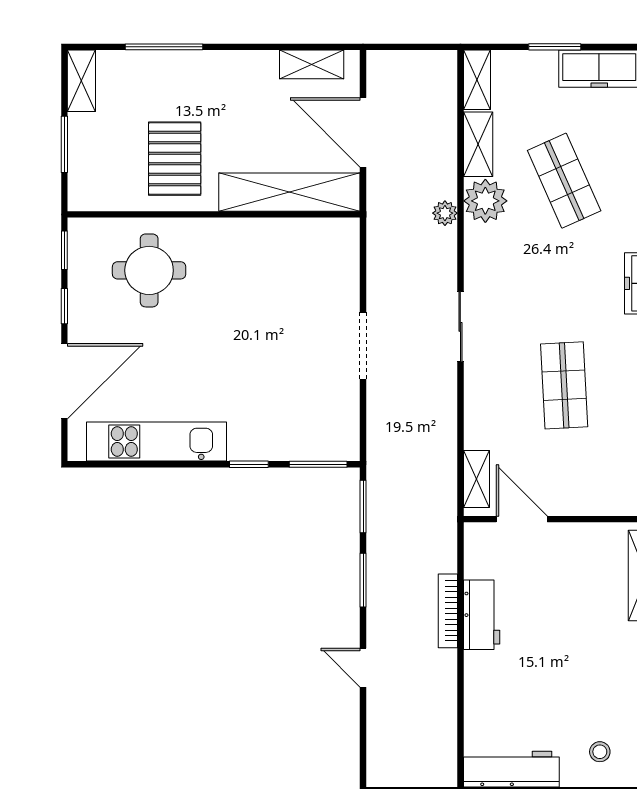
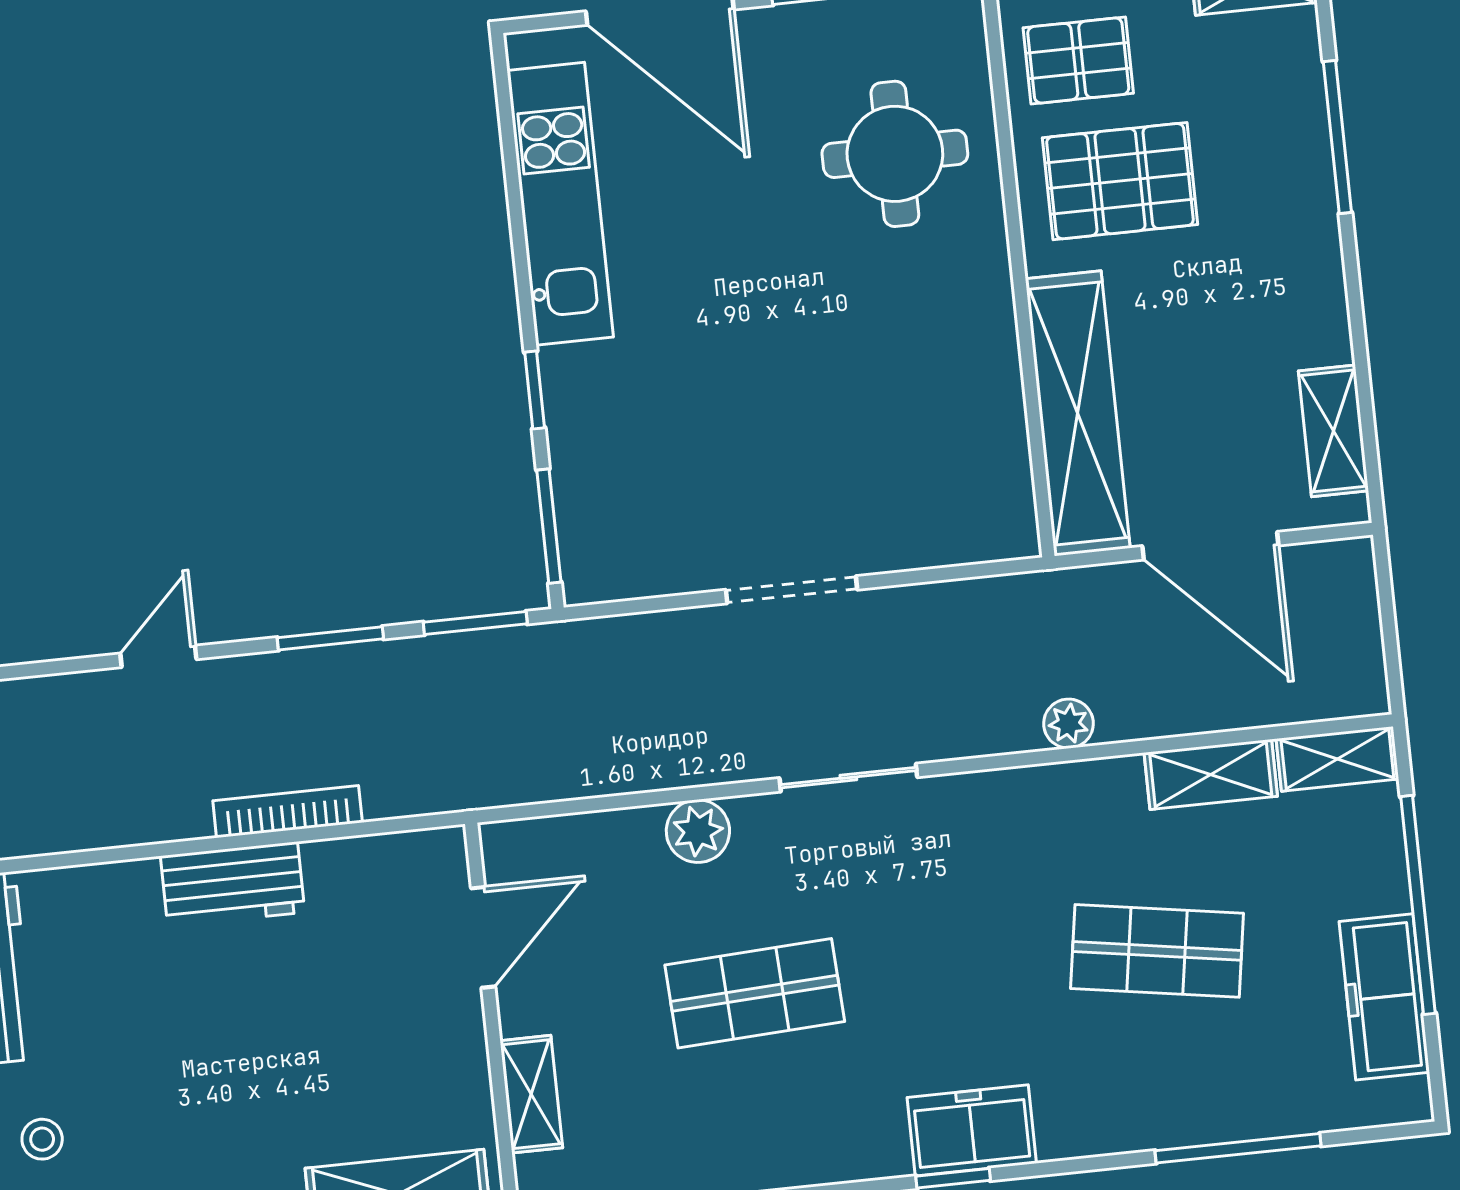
window: (555, 47) -> (1418, 905), width x2.11
door: (363, 132) -> (1210, 546), swing flipped
pallet: (112, 173) -> (1078, 61), added
shop shelf: (564, 181) -> (1157, 951), turned 33
plant: (485, 201) -> (698, 831), moved, width x0.73, depth x0.73
shelving: (476, 479) -> (531, 1094), moved, turned 90
workbench: (482, 615) -> (233, 884), moved

